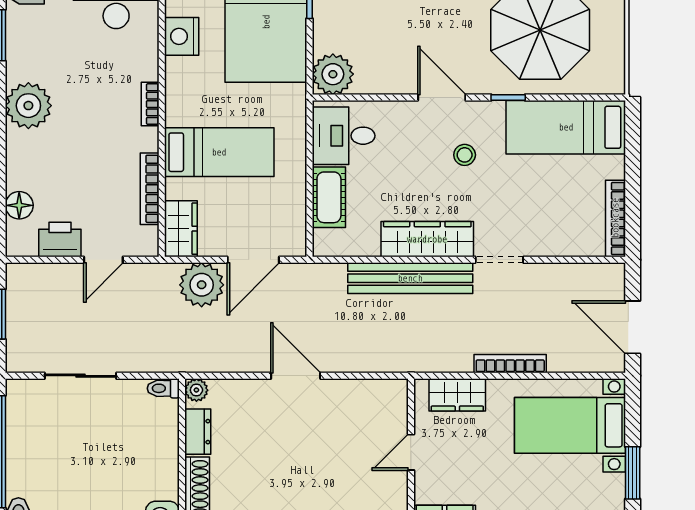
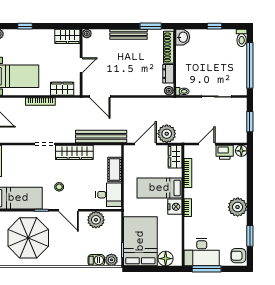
nightstand: (182, 36) -> (175, 207), moved
plant: (333, 74) -> (96, 220), moved
floor lamp: (19, 205) -> (241, 151), moved
bench: (410, 278) -> (101, 136), moved
door: (296, 376) -> (100, 97), moved

